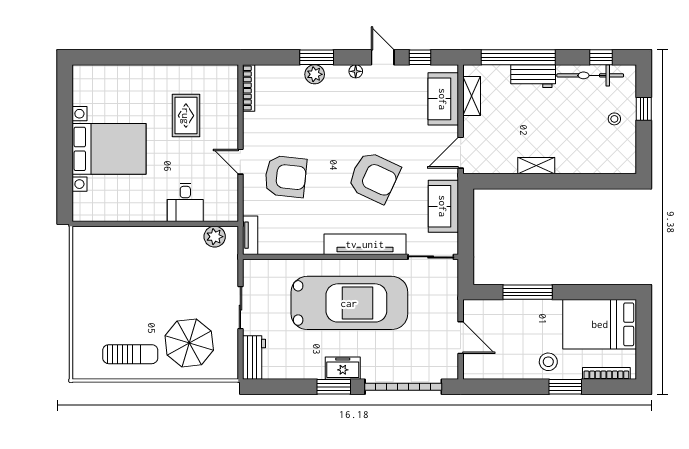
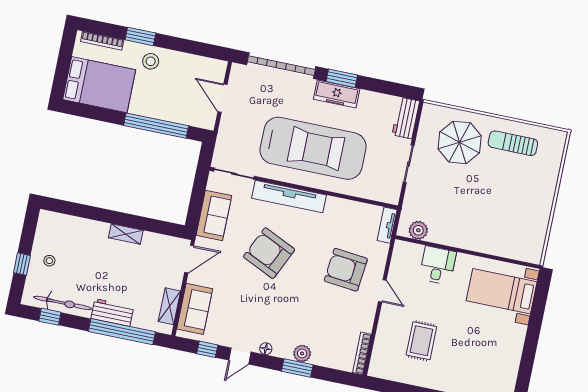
door: (383, 57) -> (240, 356), hinge flipped
bed with nightstands: (109, 149) -> (502, 291), moved, width x0.73
window: (528, 292) -> (156, 126), width x1.46
car: (349, 303) -> (313, 148), turned 180
freezer: (343, 368) -> (337, 94), width x1.40

